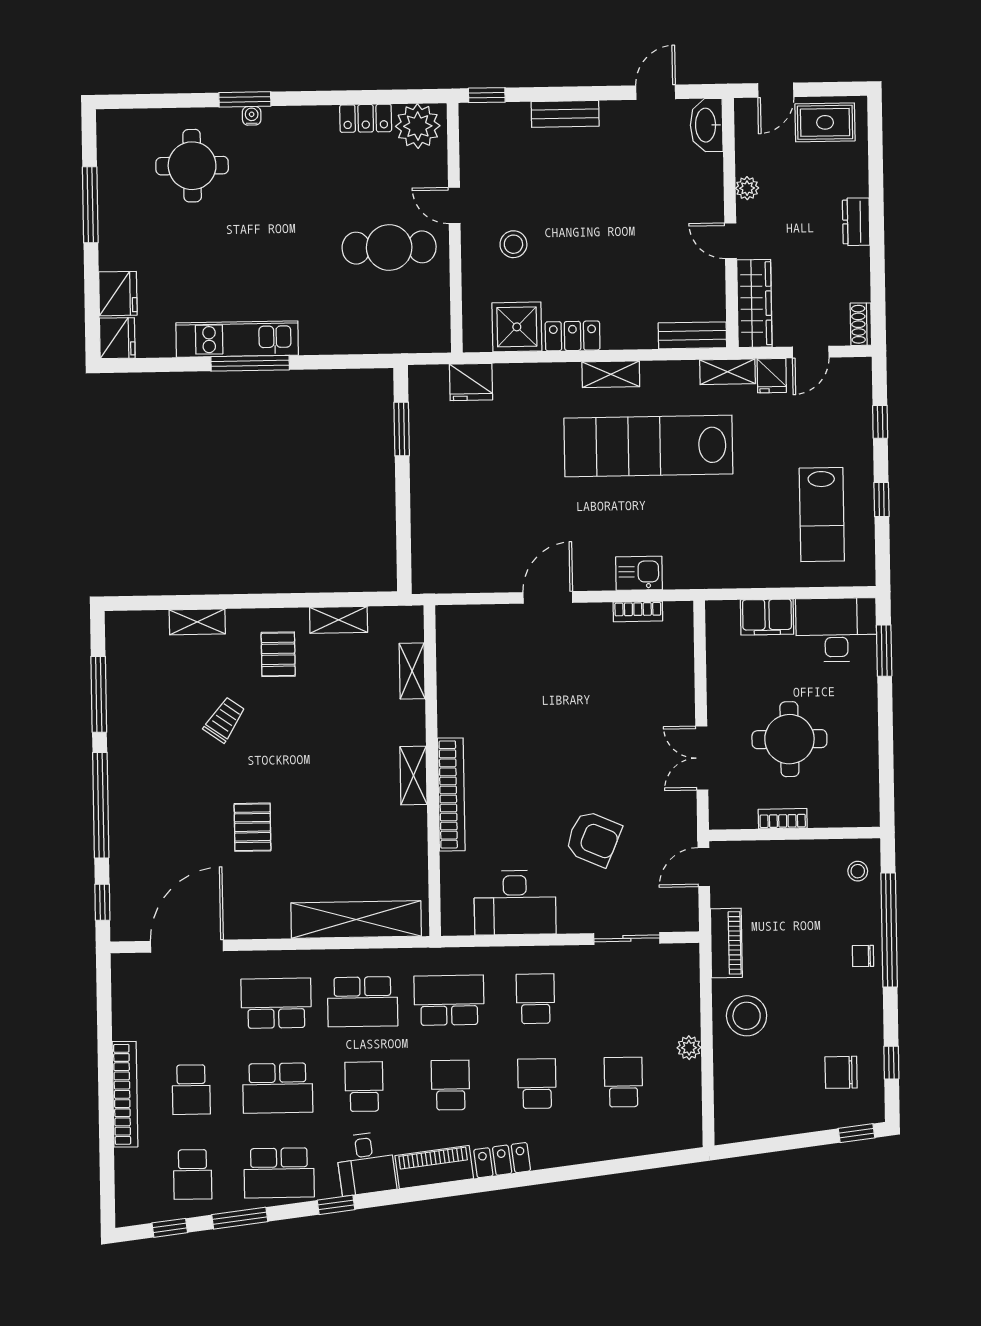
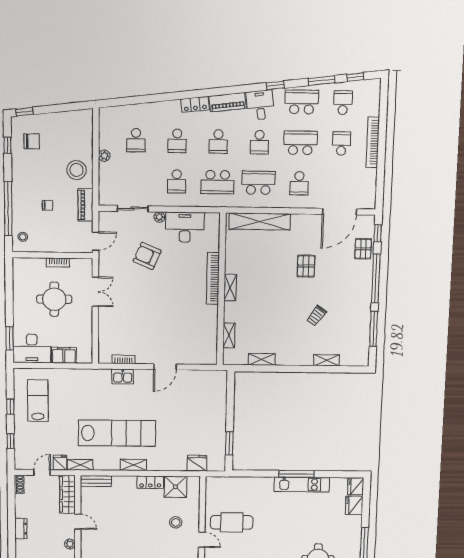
pallet: (278, 654) -> (363, 249), moved
plant: (569, 922) -> (159, 217), added
chair: (863, 956) -> (47, 205), moved
school desk: (276, 1003) -> (299, 183), width x0.54

